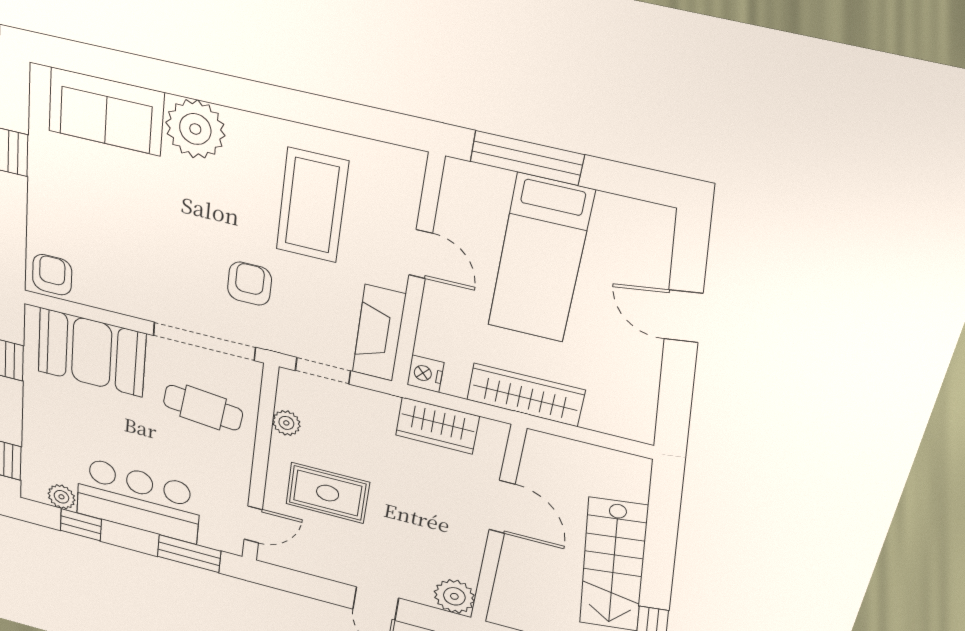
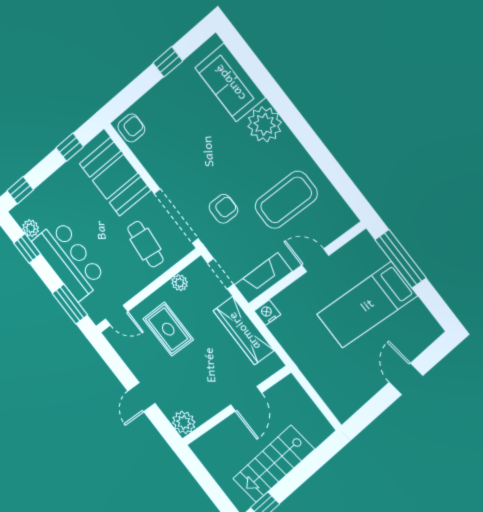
door: (421, 254) -> (315, 260), swing flipped
wardrobe: (526, 395) -> (305, 358), removed
wardrobe: (437, 426) -> (244, 331), width x1.50

